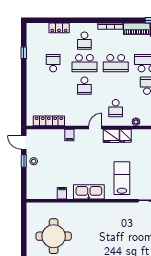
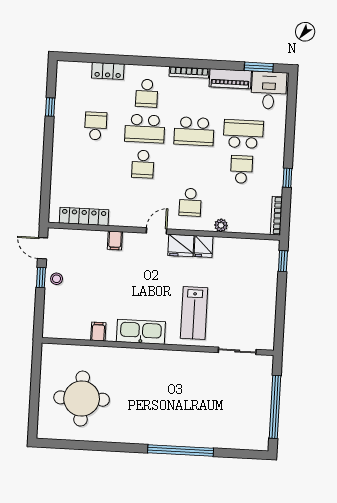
lab bench: (122, 178) -> (194, 313), turned 180

